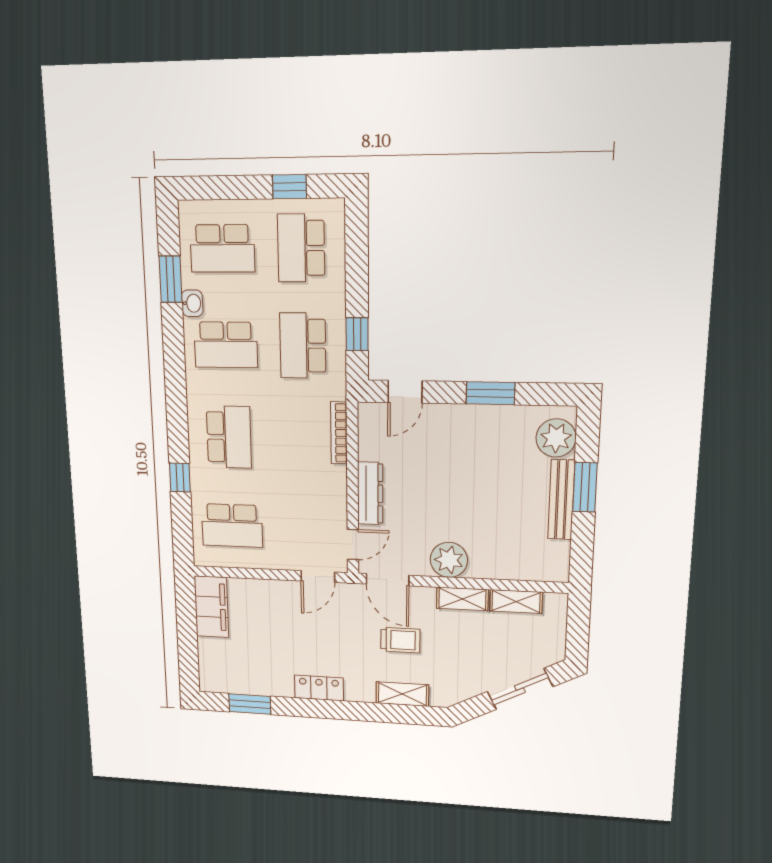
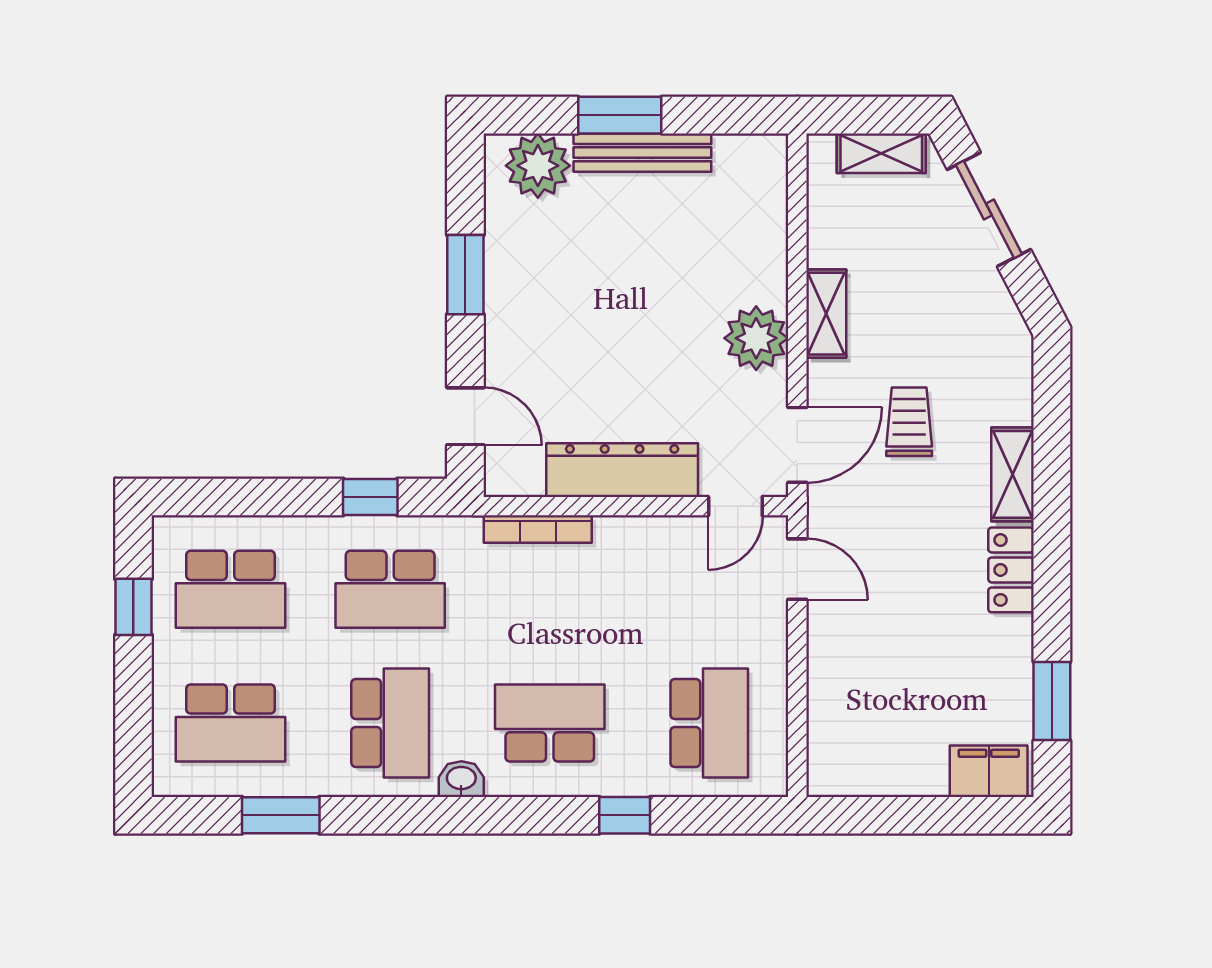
school desk: (222, 248) -> (231, 723), turned 90
washbasin: (192, 303) -> (461, 779), moved
dresser: (370, 493) -> (622, 470), width x1.37, depth x1.24
door: (353, 544) -> (735, 506), swing flipped
shelving: (516, 602) -> (881, 153), moved, turned 90
filing cabinet: (211, 607) -> (989, 771), moved, width x0.67, depth x0.86
shelving: (402, 694) -> (1012, 474), moved

